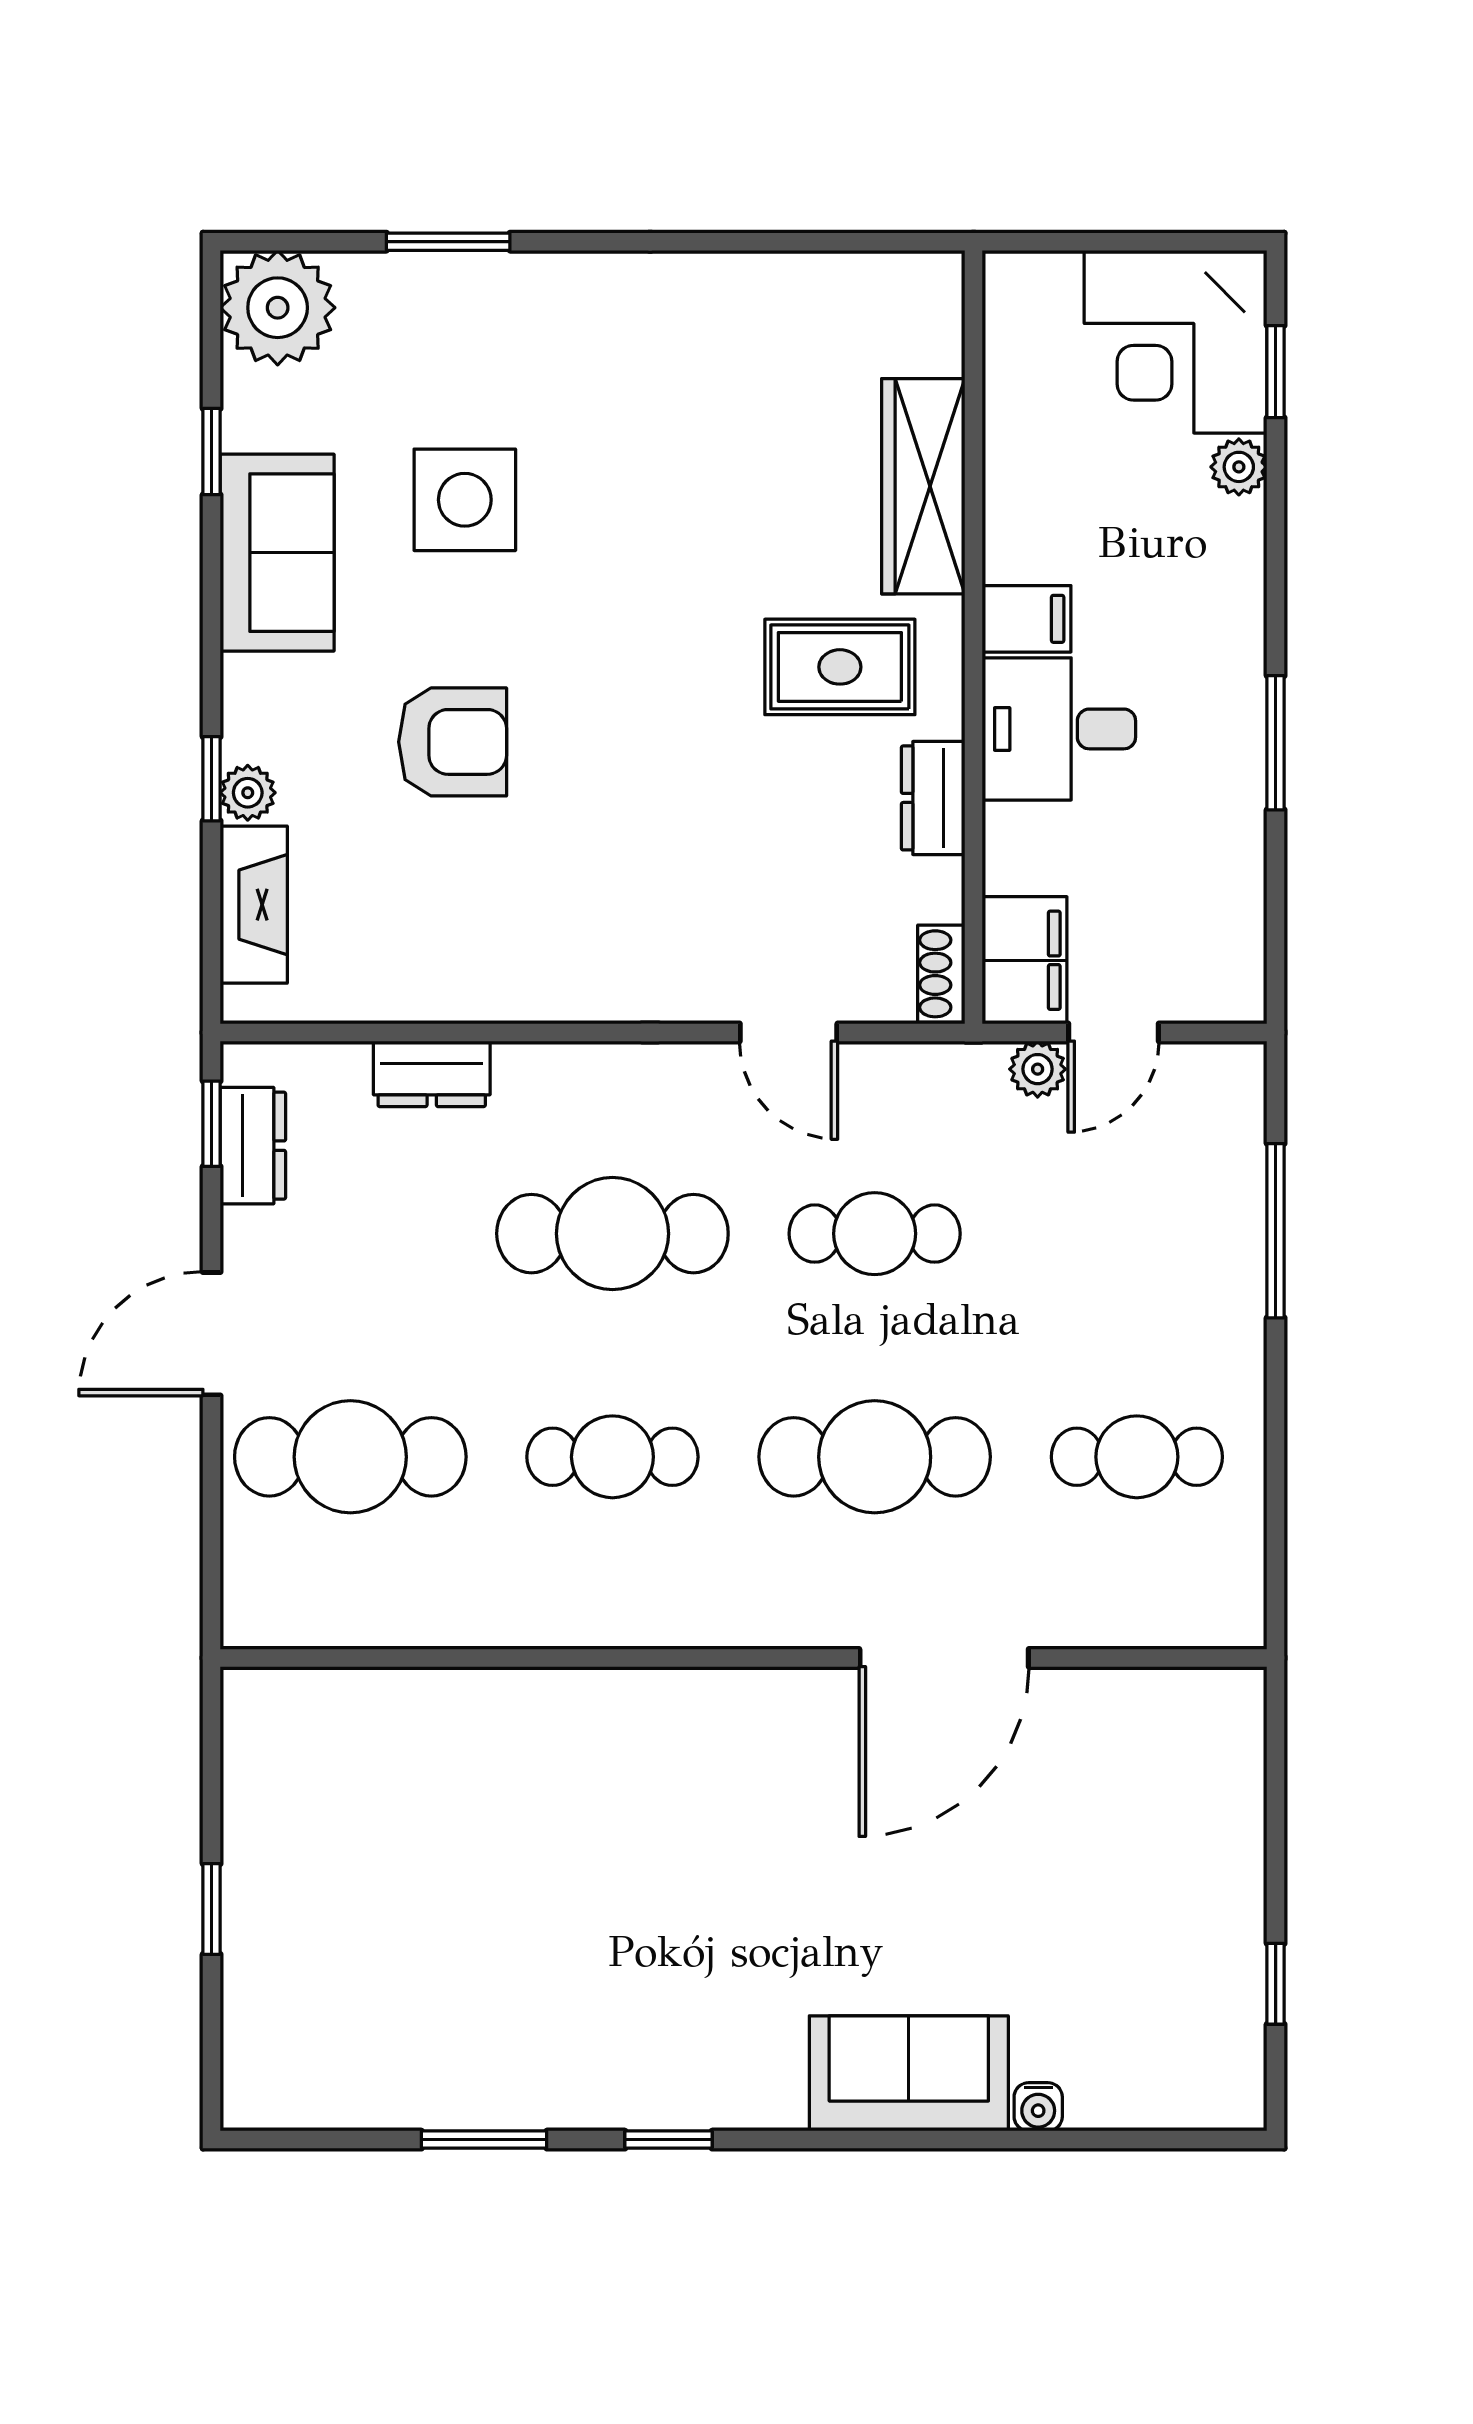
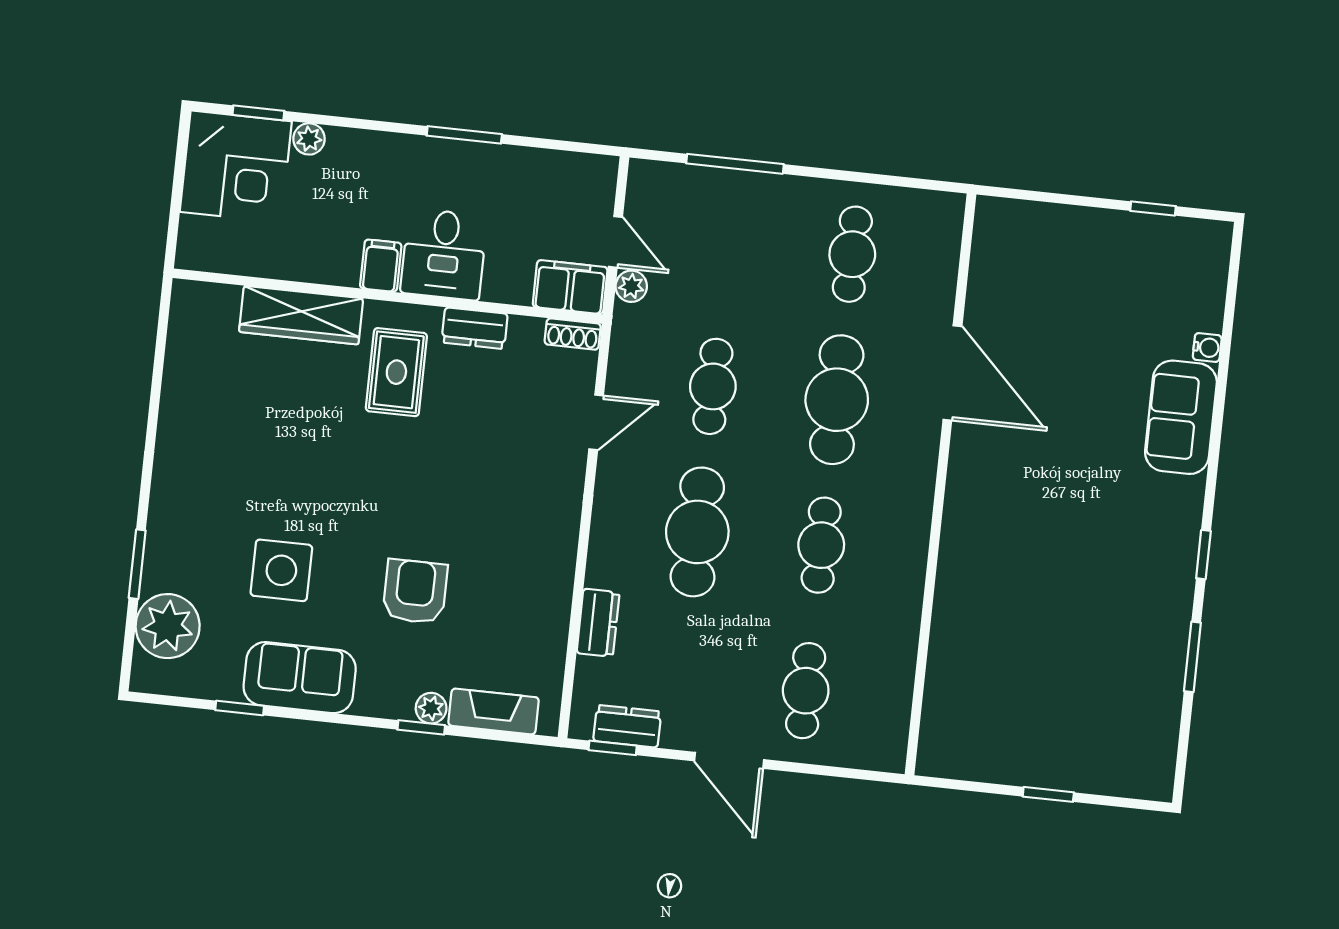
plant: (278, 308) -> (168, 626), moved
cafe table: (350, 1457) -> (806, 691), width x0.73, depth x0.74

